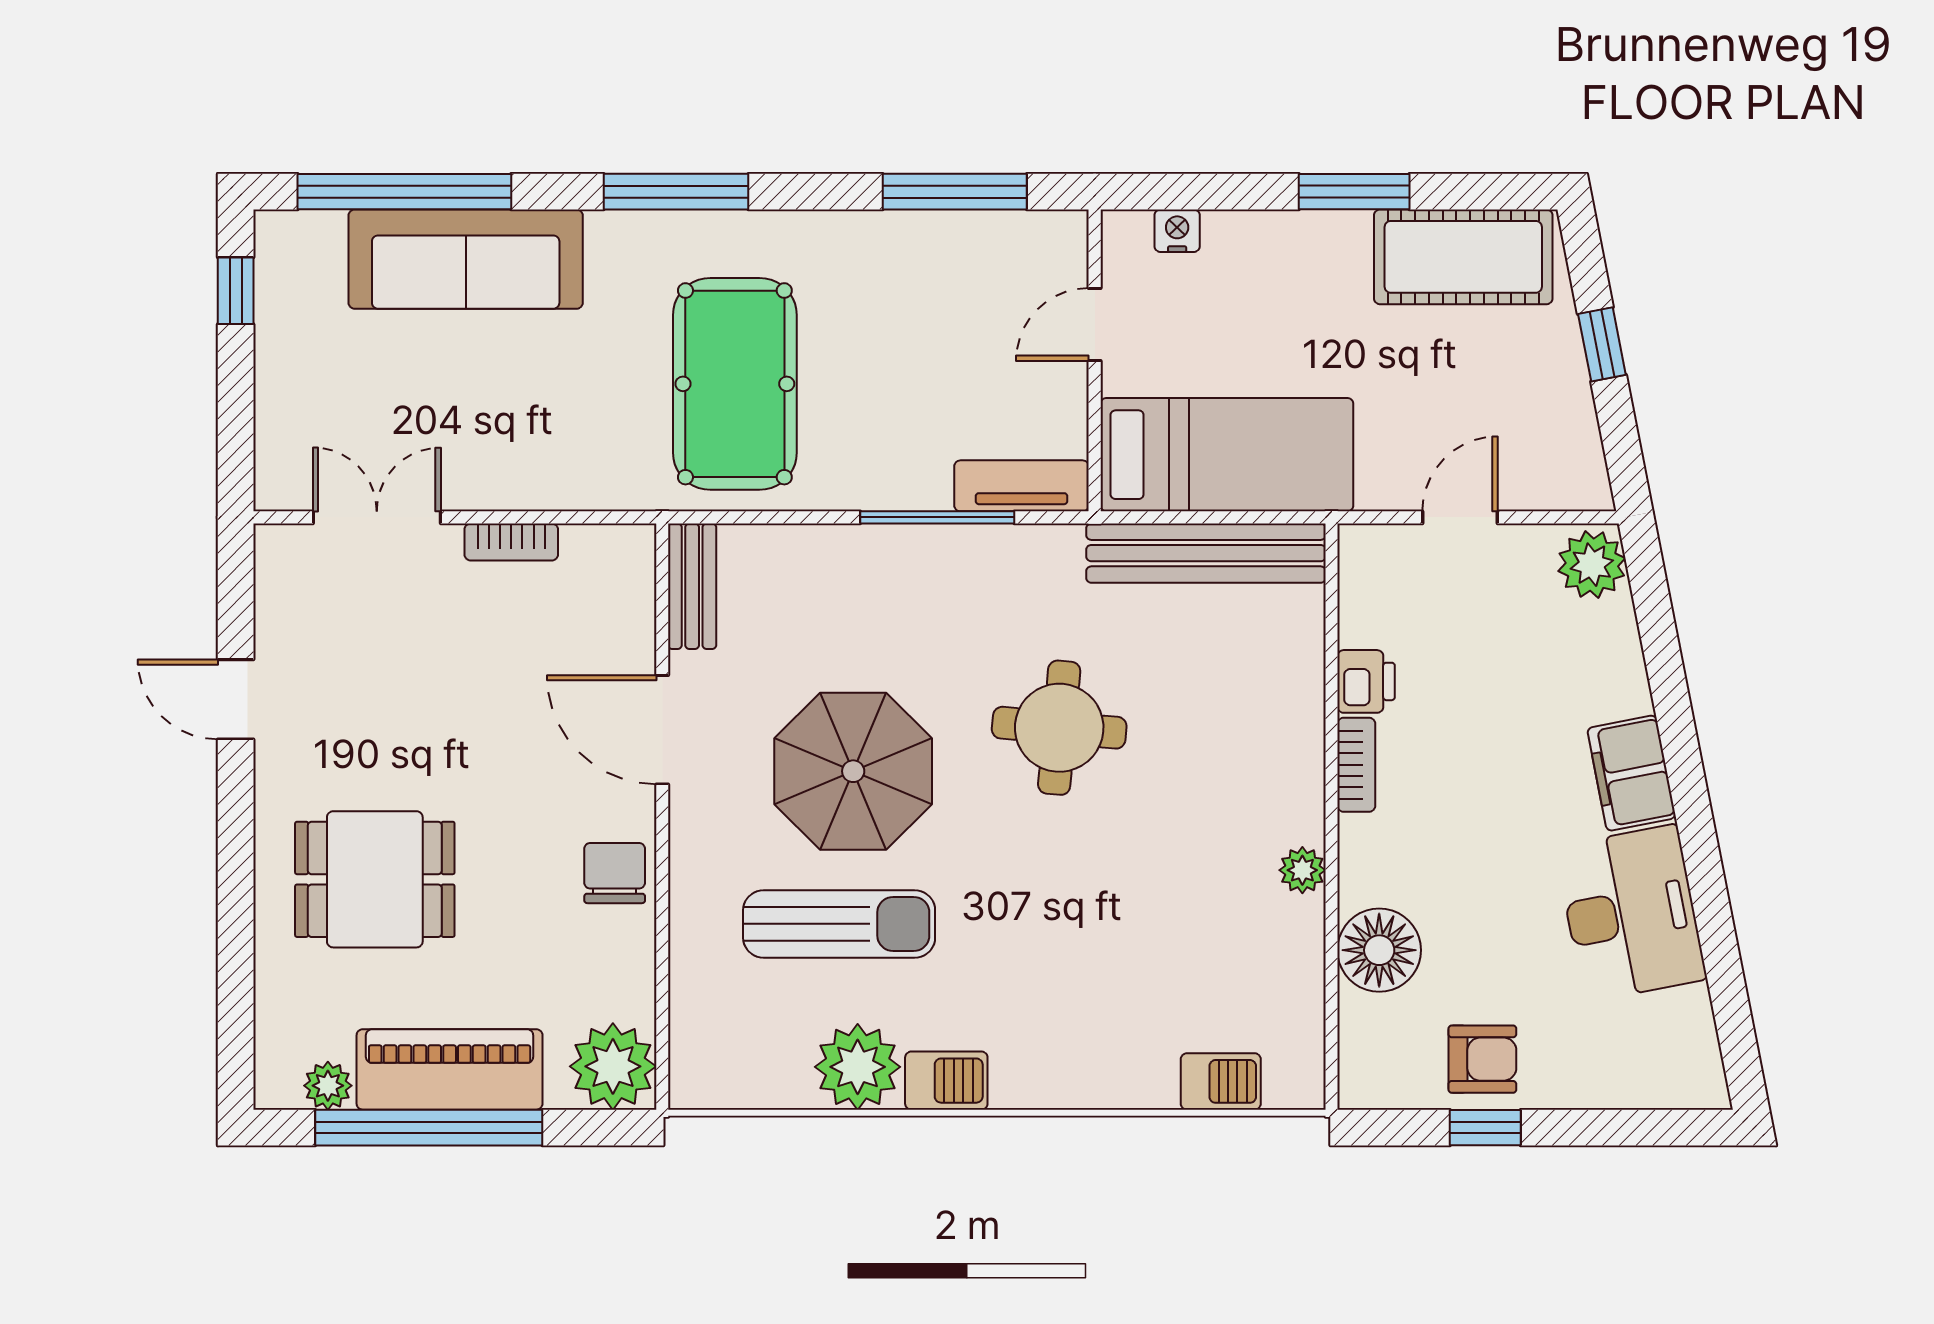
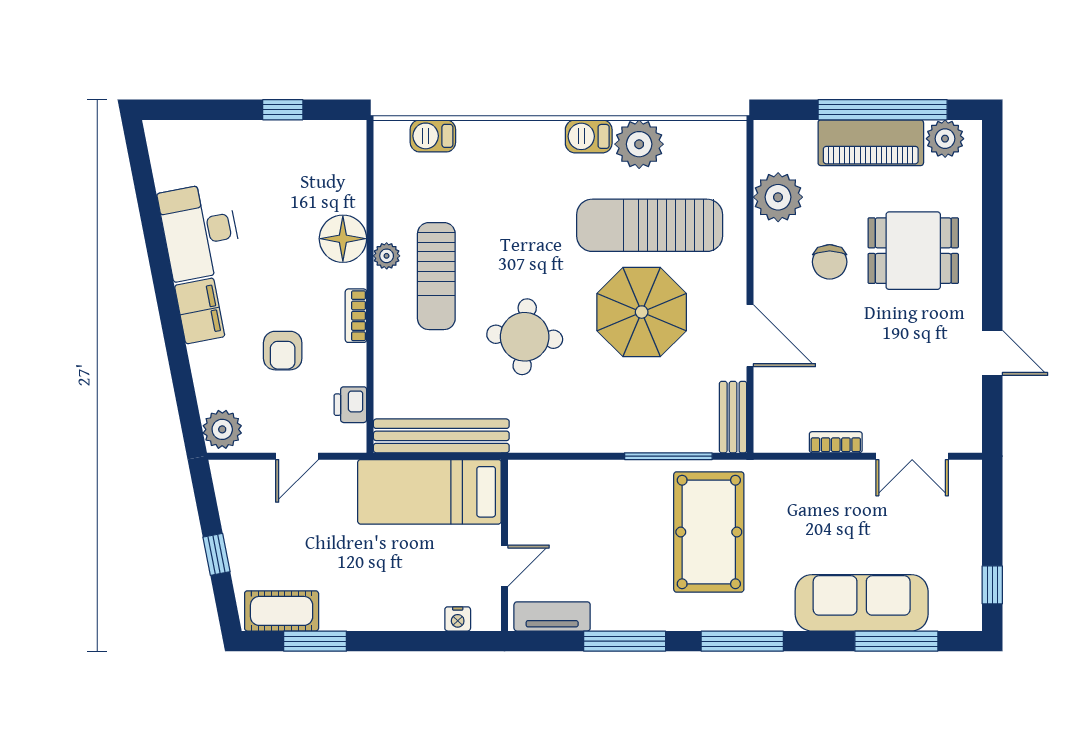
window: (404, 192) -> (896, 641), width x0.68
window: (955, 192) -> (625, 641), moved
window: (1354, 192) -> (315, 641), moved
cot: (1463, 257) -> (282, 611), width x0.73, depth x0.75
tv unit: (1022, 486) -> (552, 616), moved, turned 180
window: (937, 517) -> (668, 456), moved
printer: (1366, 681) -> (350, 405), moved
sun lounger: (1215, 835) -> (436, 276), added
chair: (615, 873) -> (830, 262), moved
sun lounger: (839, 924) -> (650, 225), width x1.36, depth x1.34
floor lamp: (1379, 950) -> (343, 239), moved
armchair: (1482, 1059) -> (283, 351), moved, turned -90
plant: (613, 1066) -> (778, 197), moved
plant: (328, 1086) -> (945, 139), width x1.38, depth x1.38

